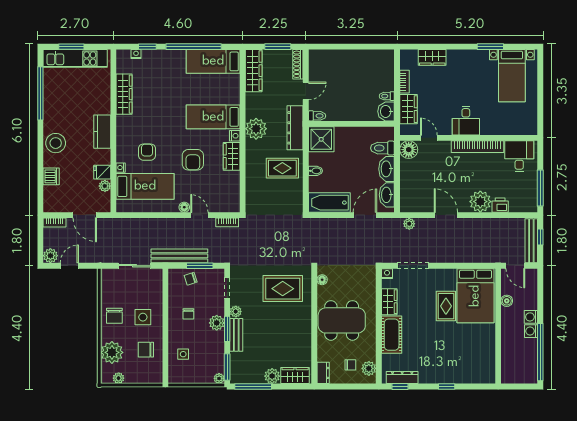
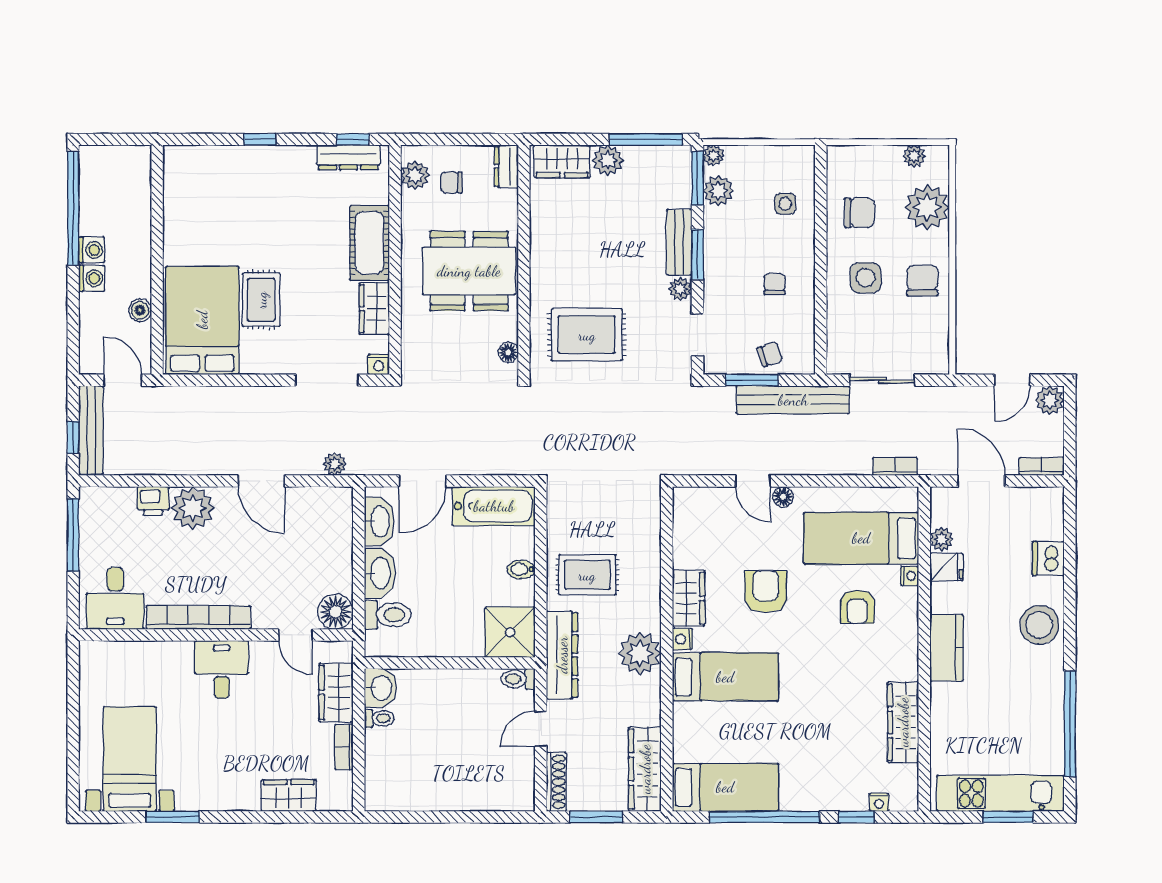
bookcase: (227, 222) -> (895, 466), moved
plant: (217, 323) -> (718, 191), moved

